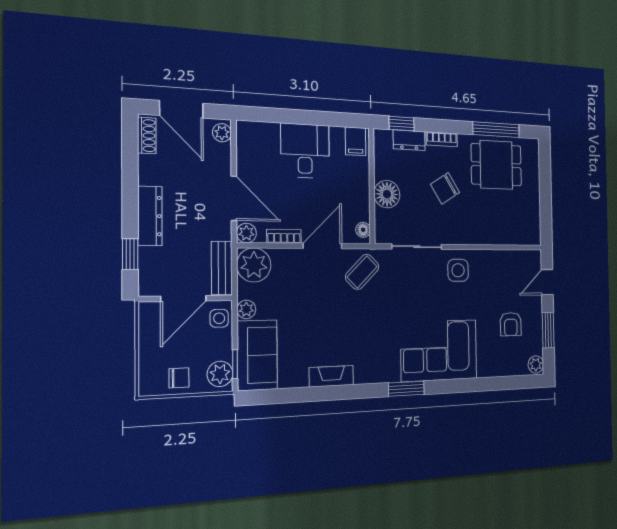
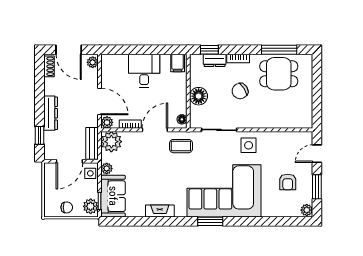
coffee table: (362, 272) -> (181, 146), turned 45
corner sofa: (439, 351) -> (224, 191), width x1.36, depth x1.36

